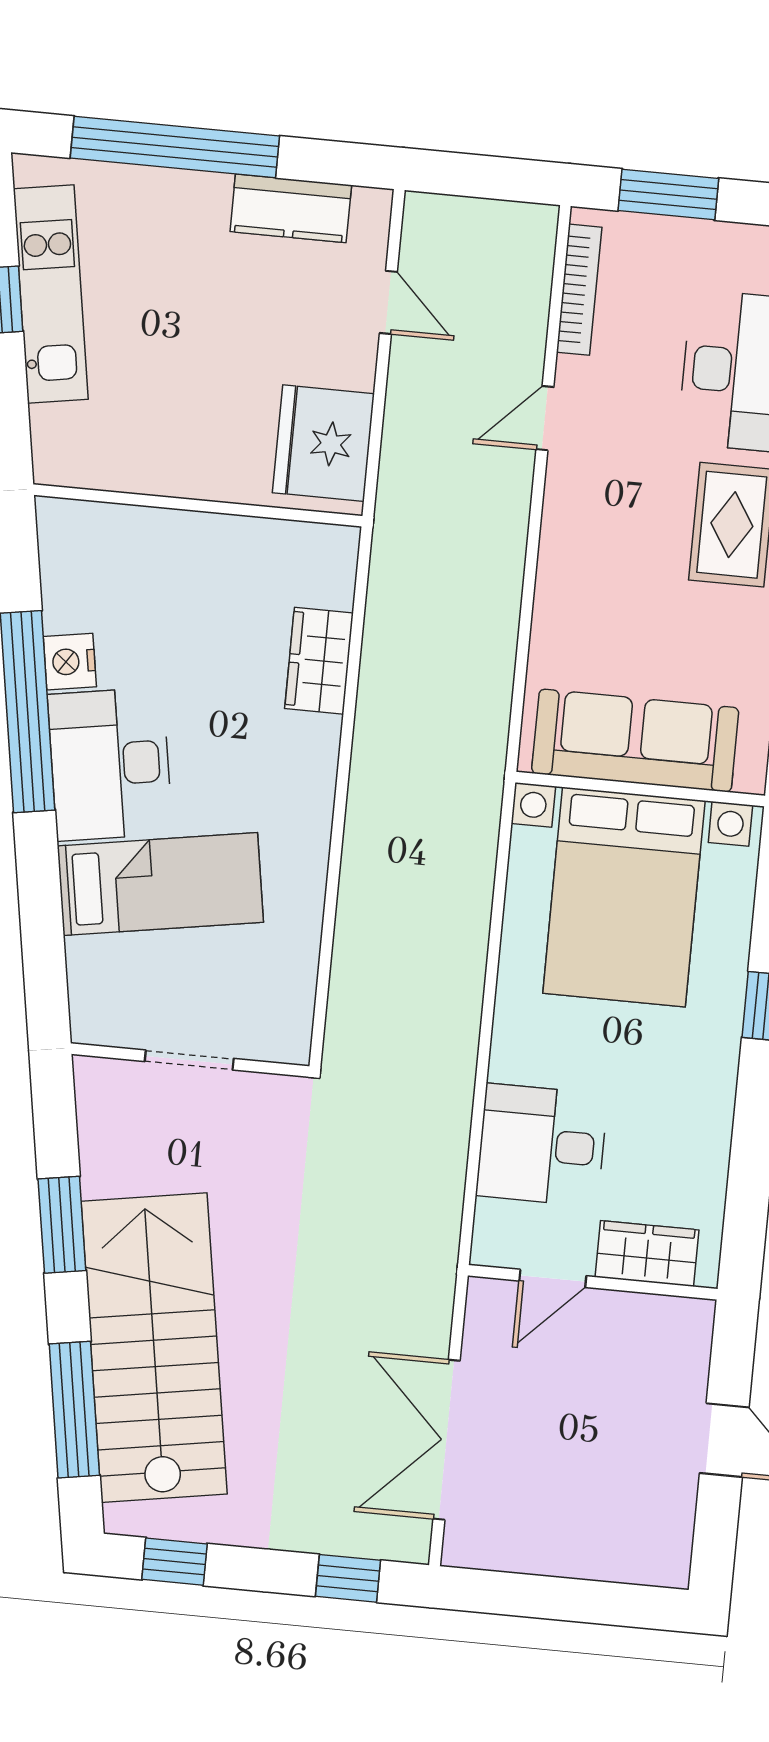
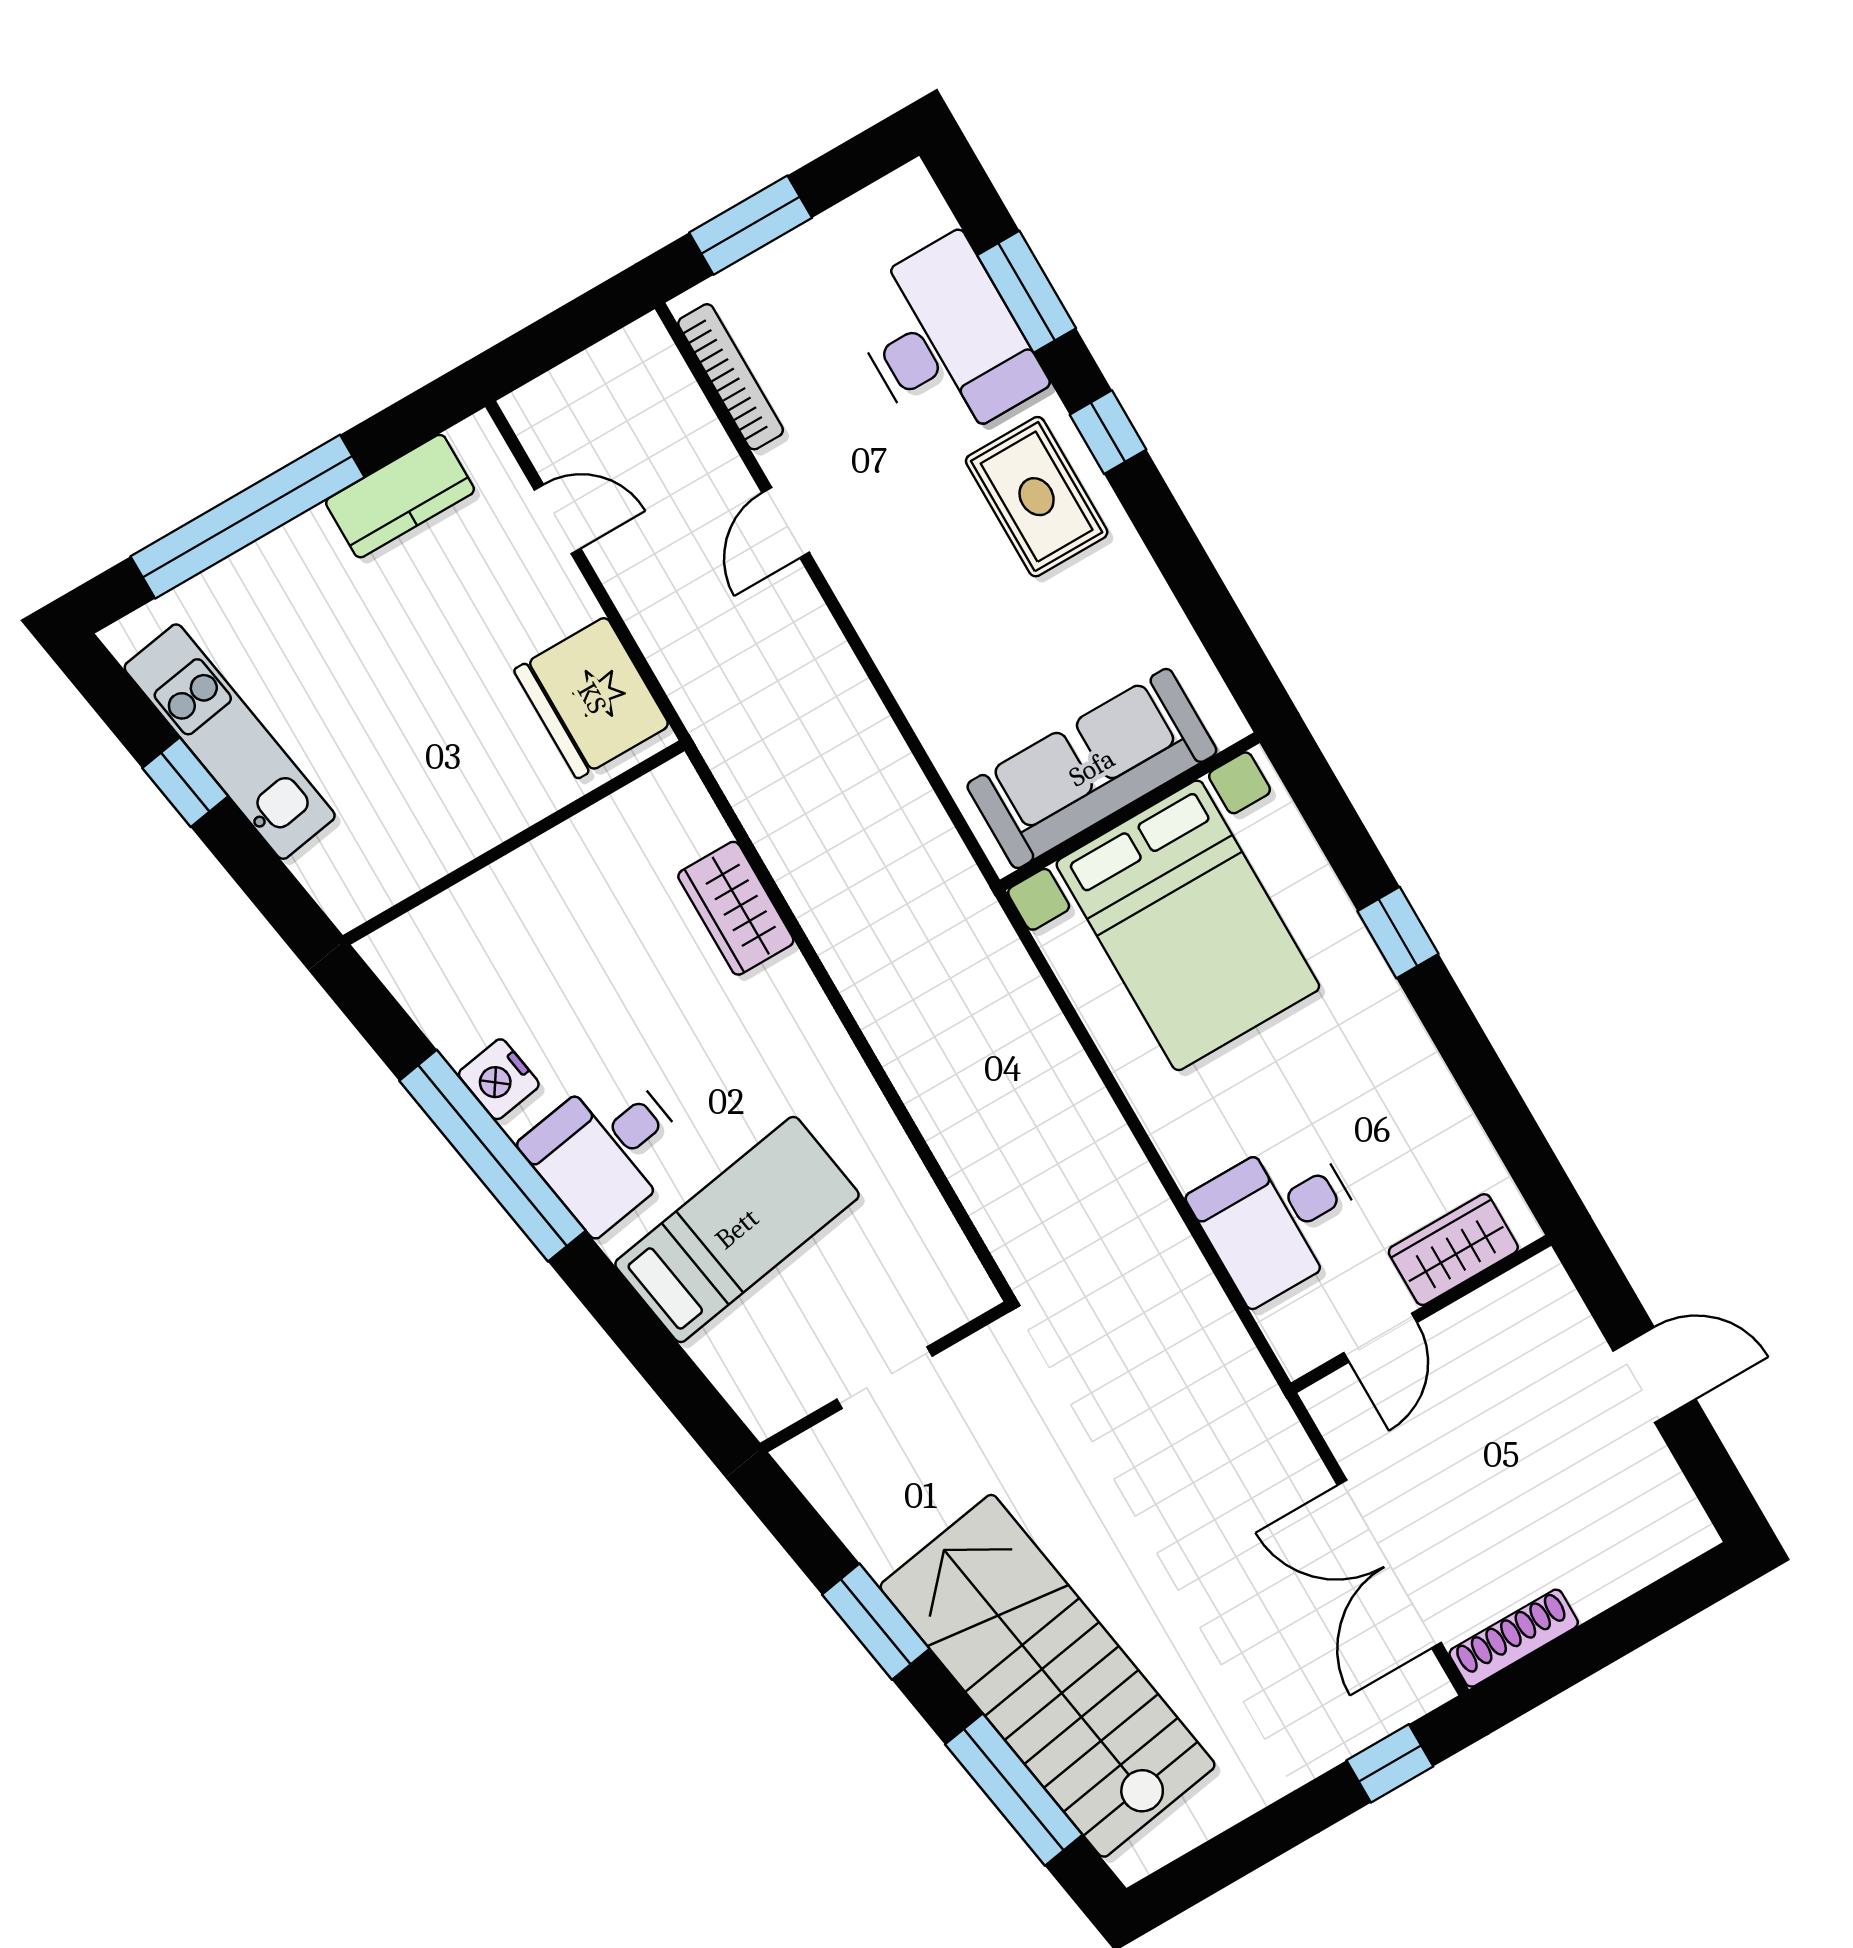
desk: (110, 764) -> (607, 1149), width x0.73
shoe rack: (496, 1553) -> (1514, 1638), added
window: (174, 1562) -> (1213, 1866), removed

